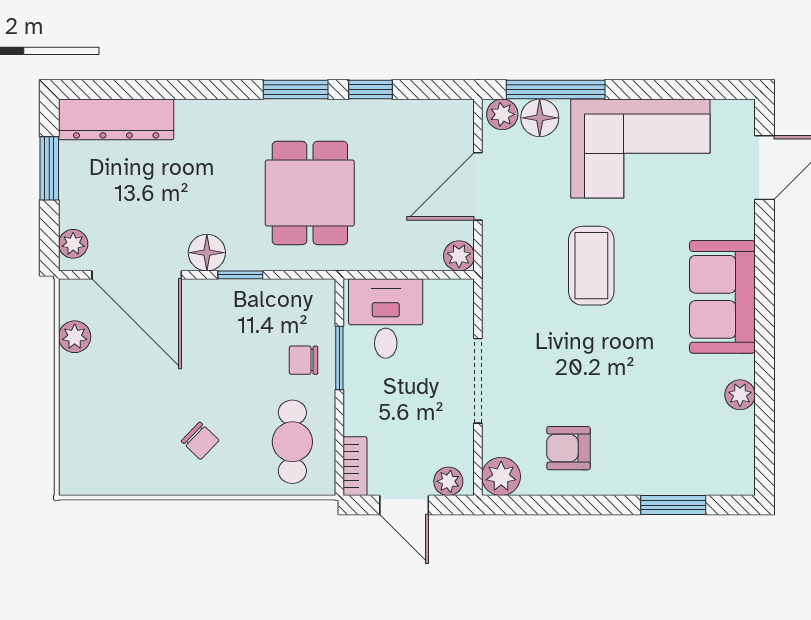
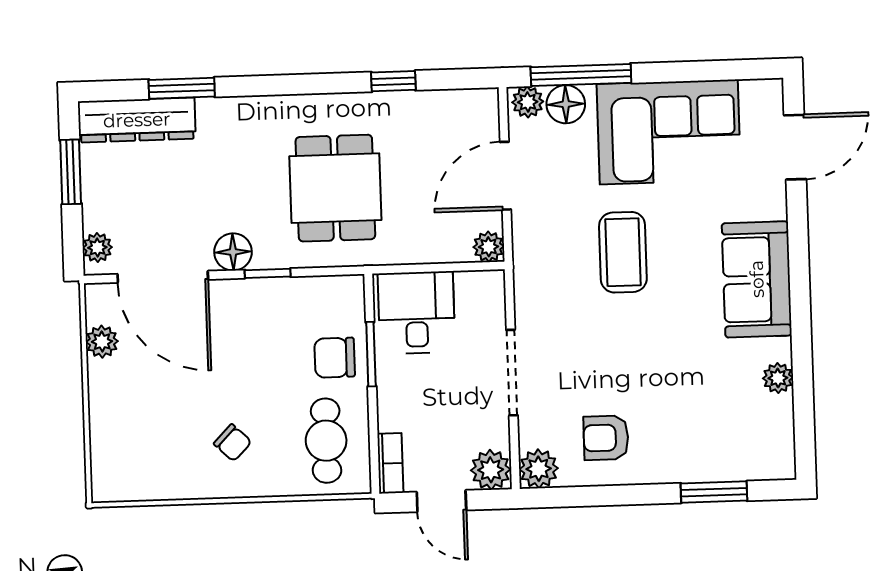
window: (296, 90) -> (182, 88), moved
chair: (304, 360) -> (335, 358), width x1.37, depth x1.37
plant: (448, 481) -> (491, 470), width x1.38, depth x1.38

